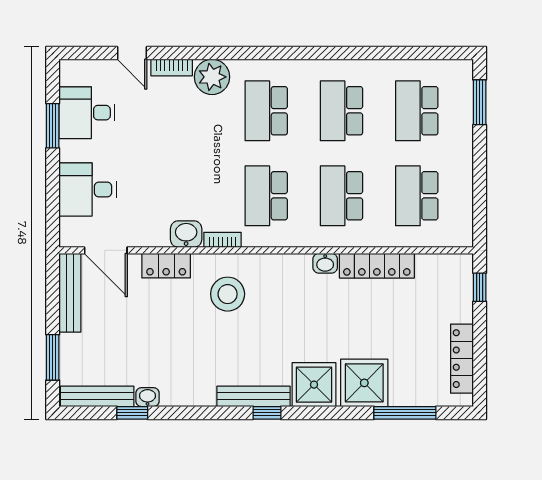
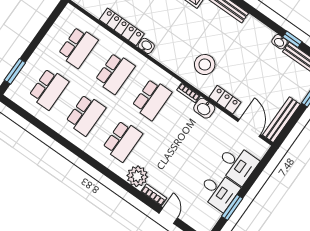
desk: (87, 113) -> (219, 191), moved

